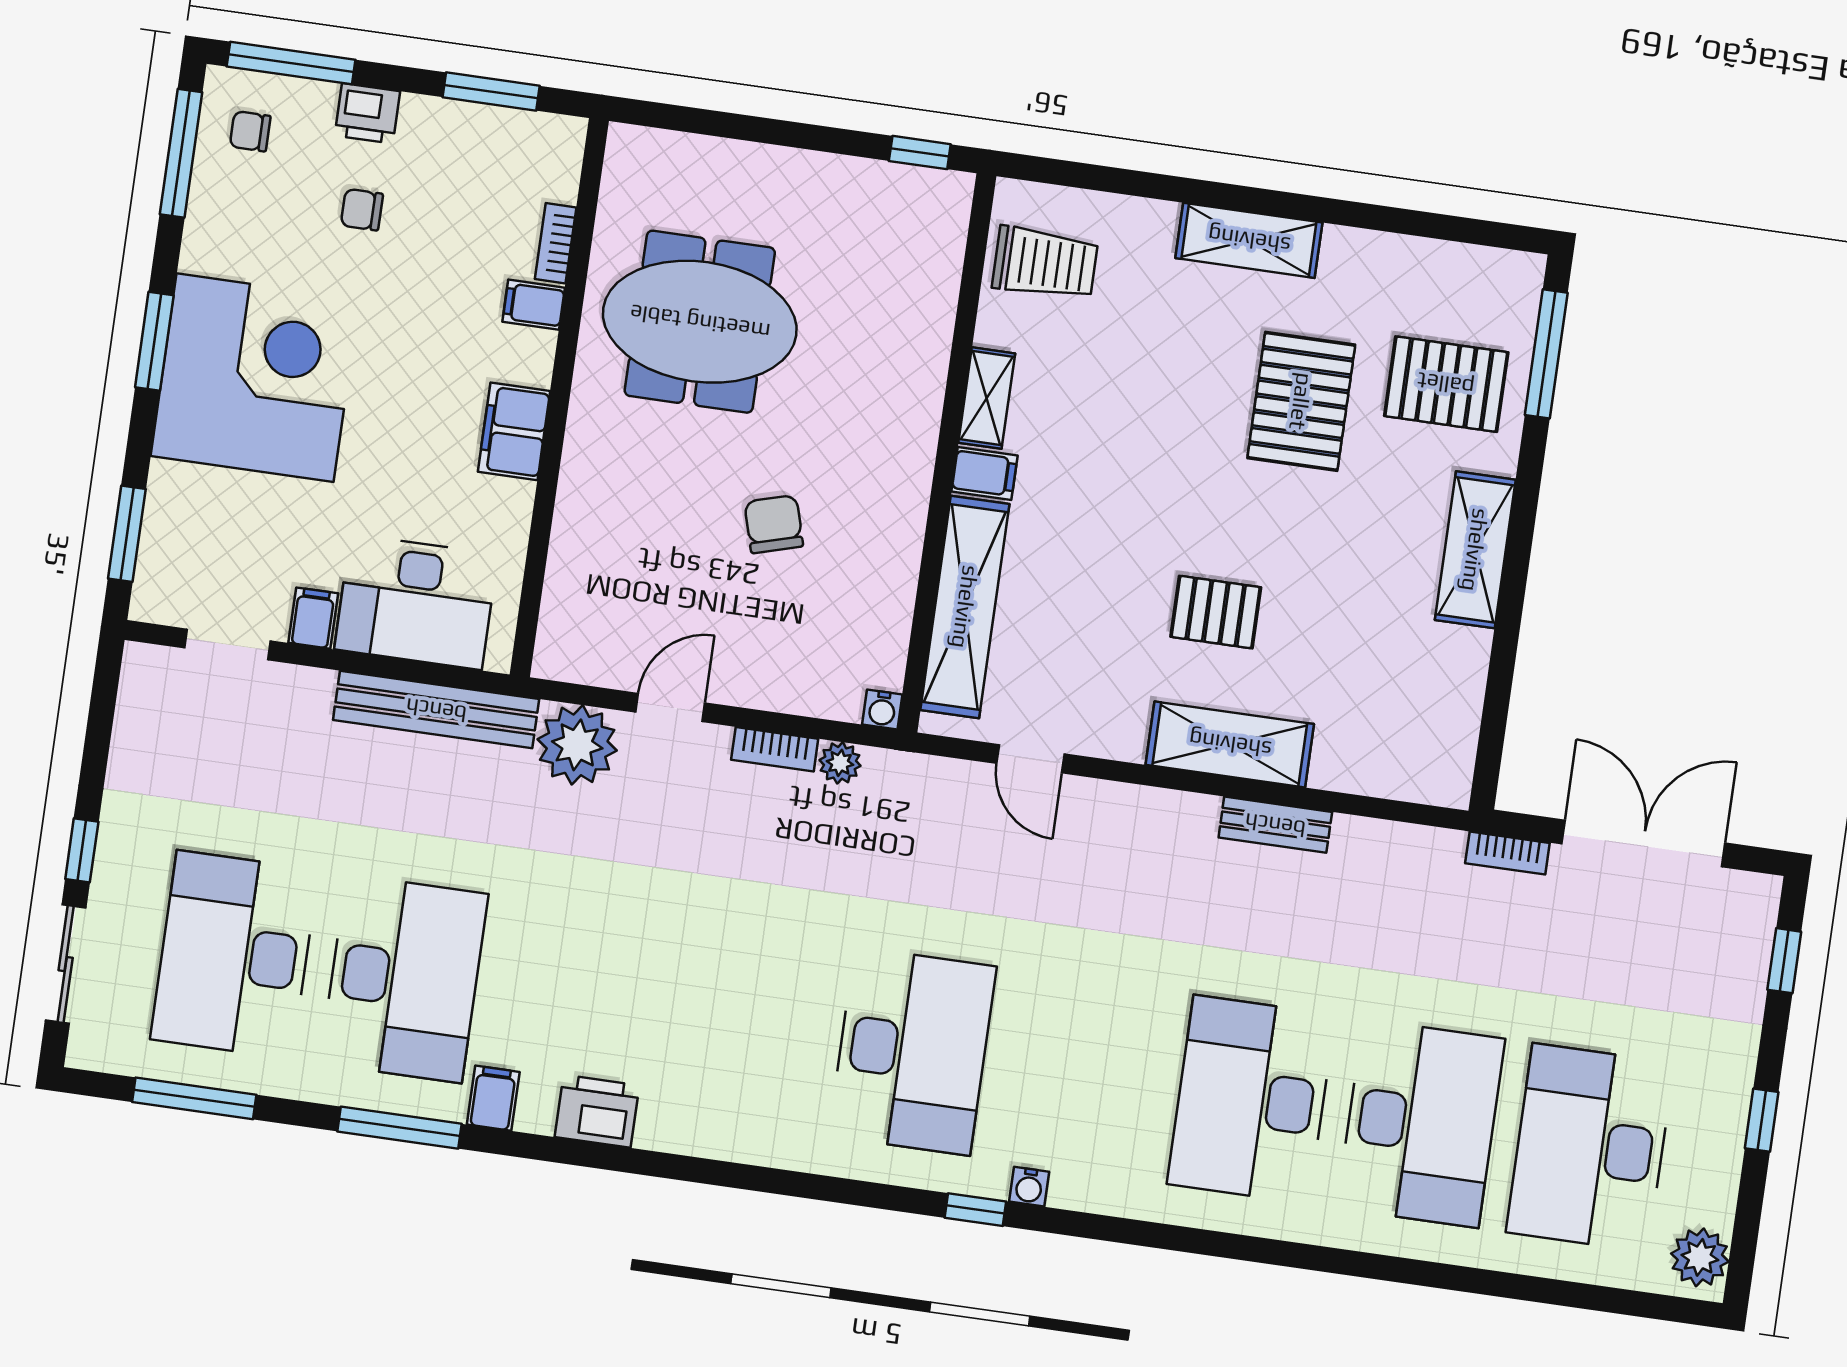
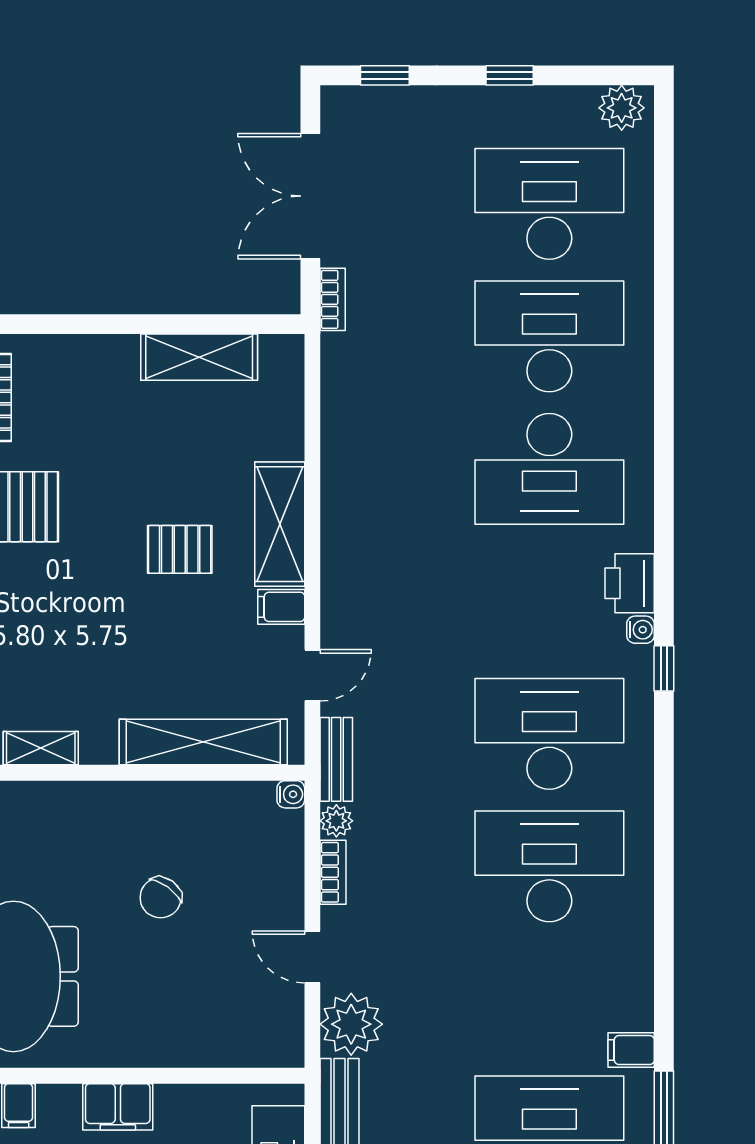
filing cabinet: (984, 473) -> (281, 607), moved, turned -90
chair: (774, 524) -> (161, 898), turned -38
shelving: (1475, 550) -> (199, 357), moved
pallet: (1216, 612) -> (180, 549), turned 90
bench: (1275, 825) -> (336, 759), moved
desk: (743, 1027) -> (549, 866), added
printer: (597, 1111) -> (630, 583), moved
desk: (1590, 1148) -> (549, 204), turned 180

